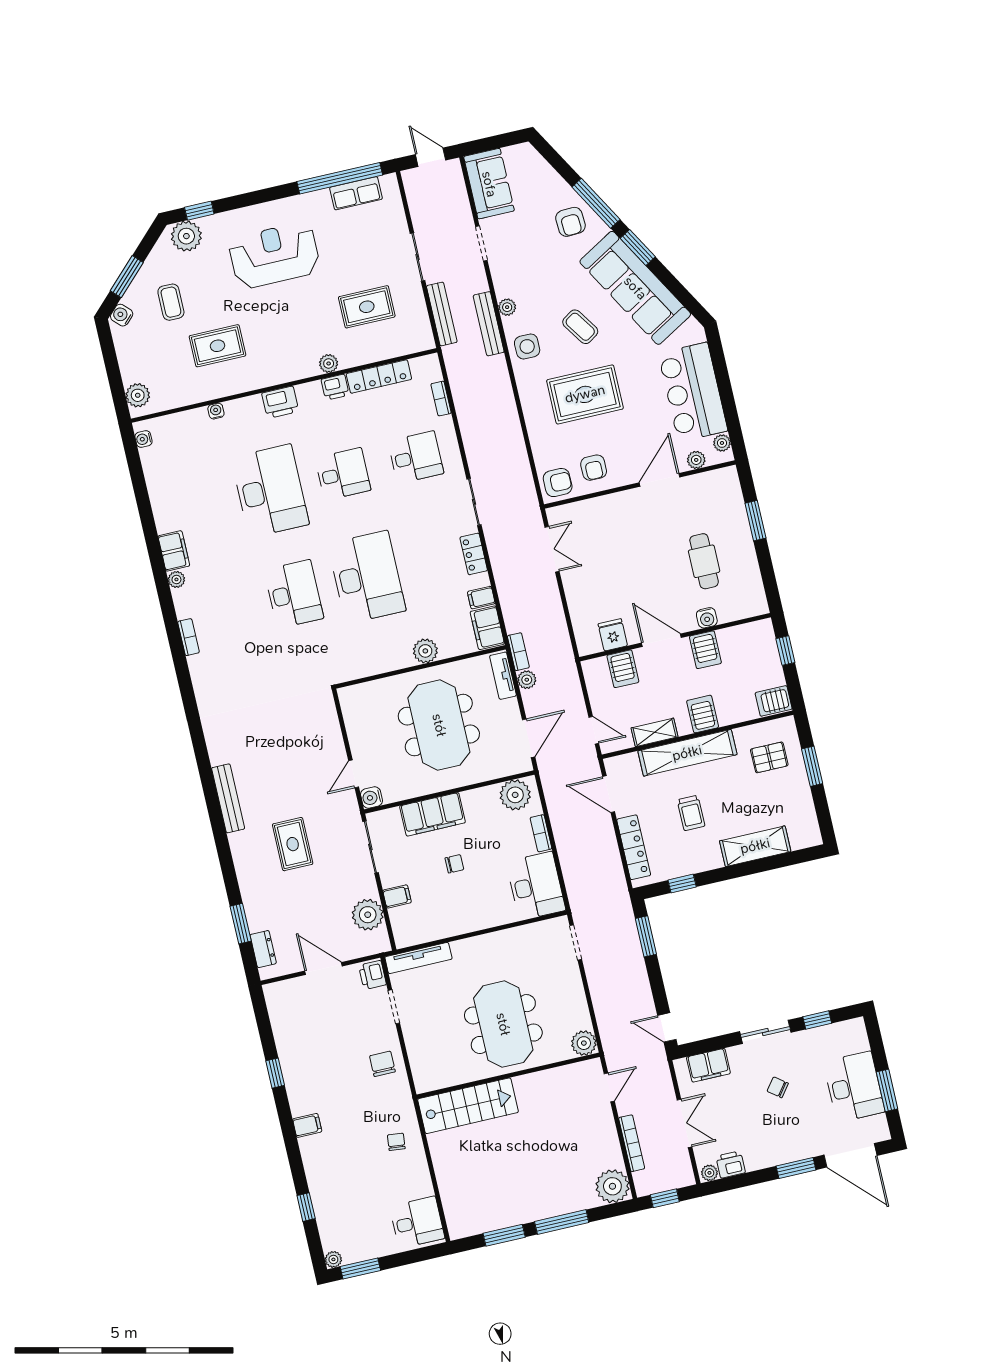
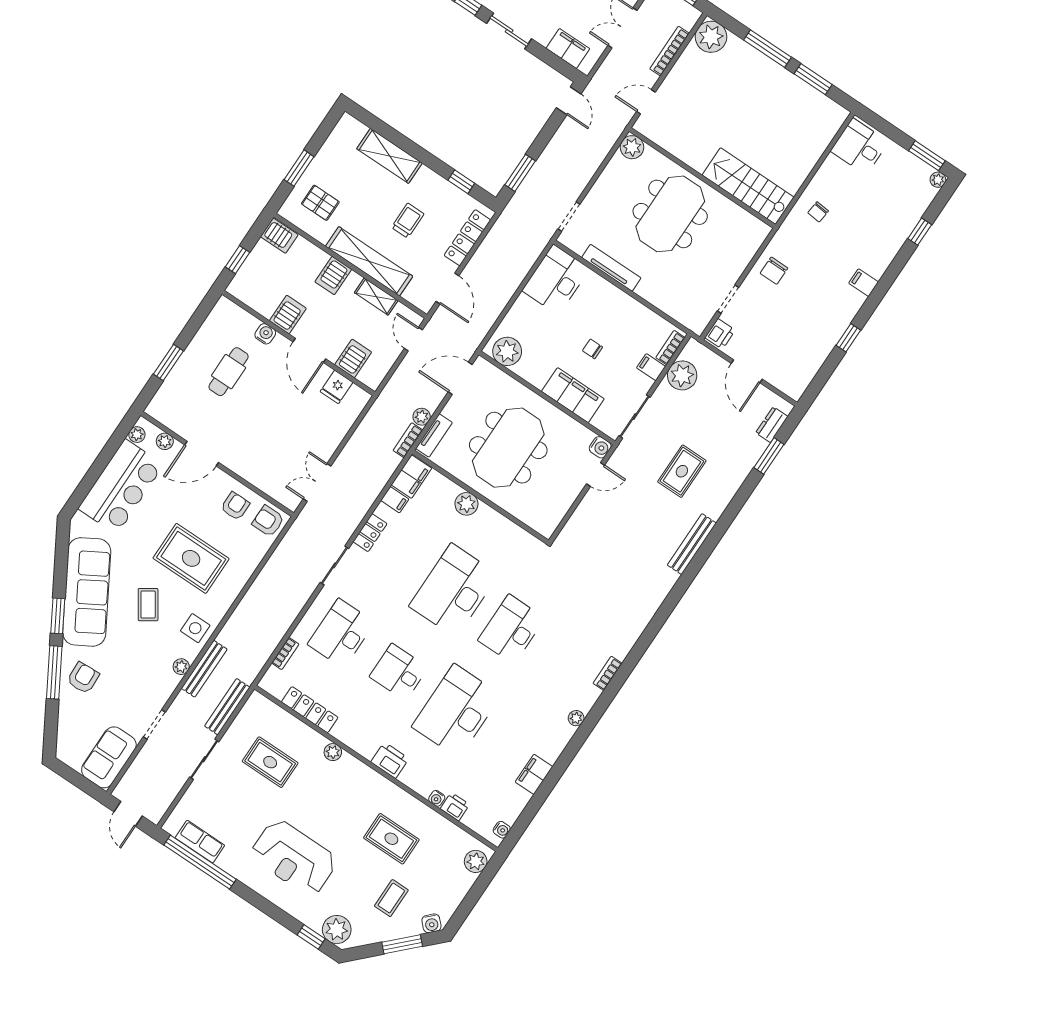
printer: (335, 387) -> (455, 807), moved
desk: (416, 457) -> (341, 633), width x1.37
filing cabinet: (174, 551) -> (534, 774), moved
bookcase: (541, 833) -> (670, 348), moved, turned 180
tv unit: (418, 958) -> (611, 268), moved

